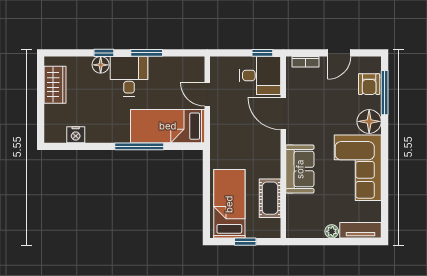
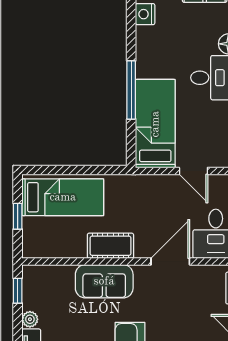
door: (207, 94) -> (193, 171), swing flipped
cot: (270, 198) -> (110, 246), moved
window: (308, 242) -> (18, 291), added

